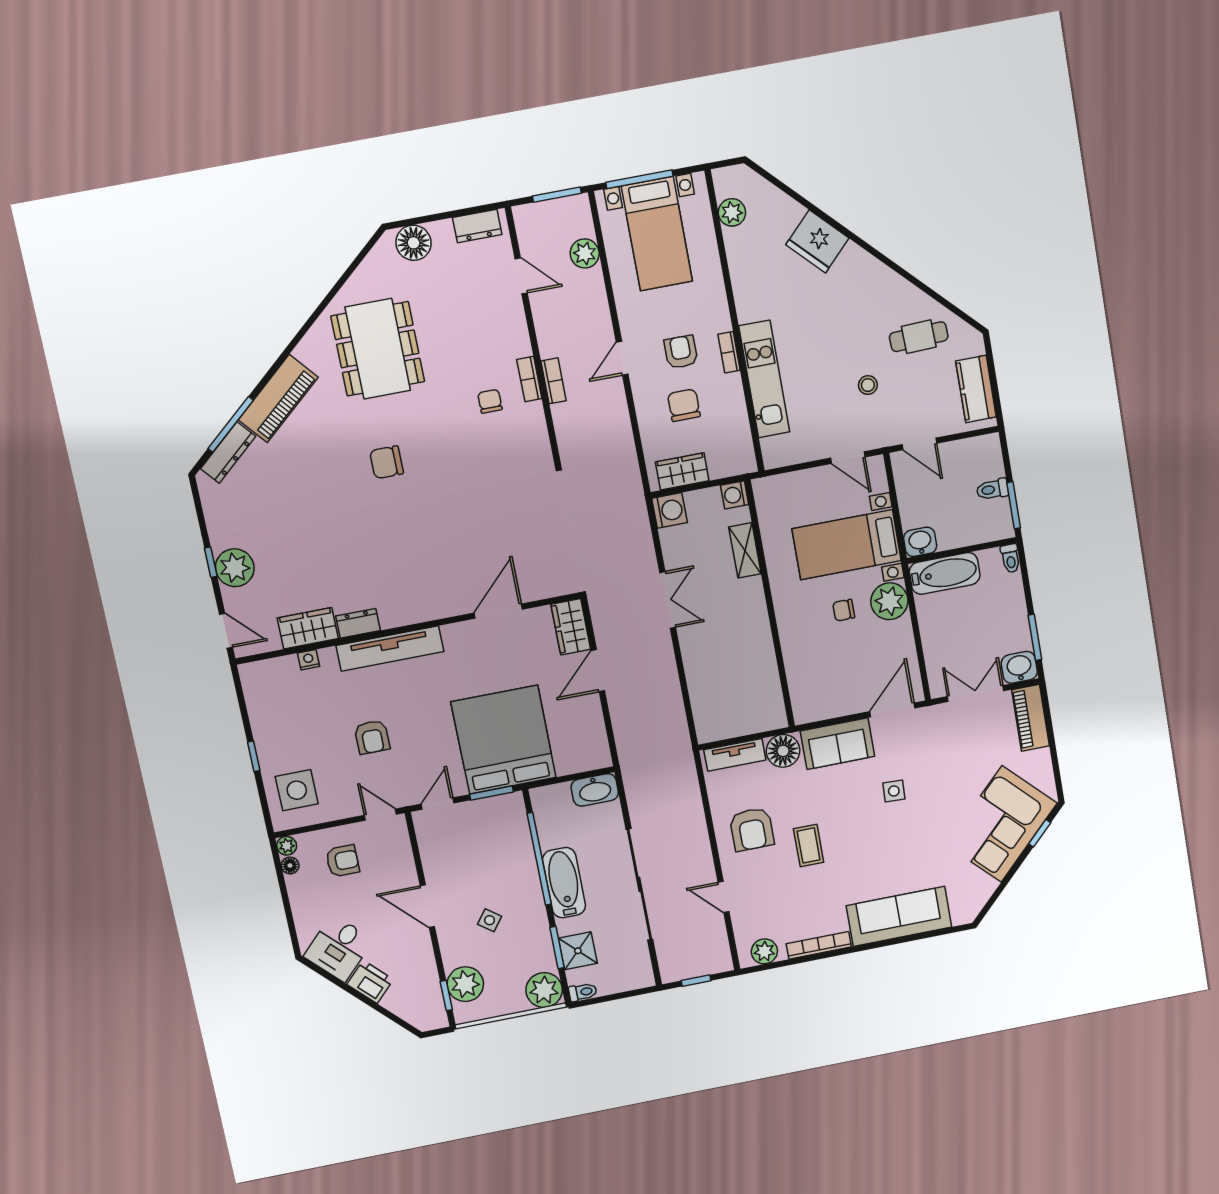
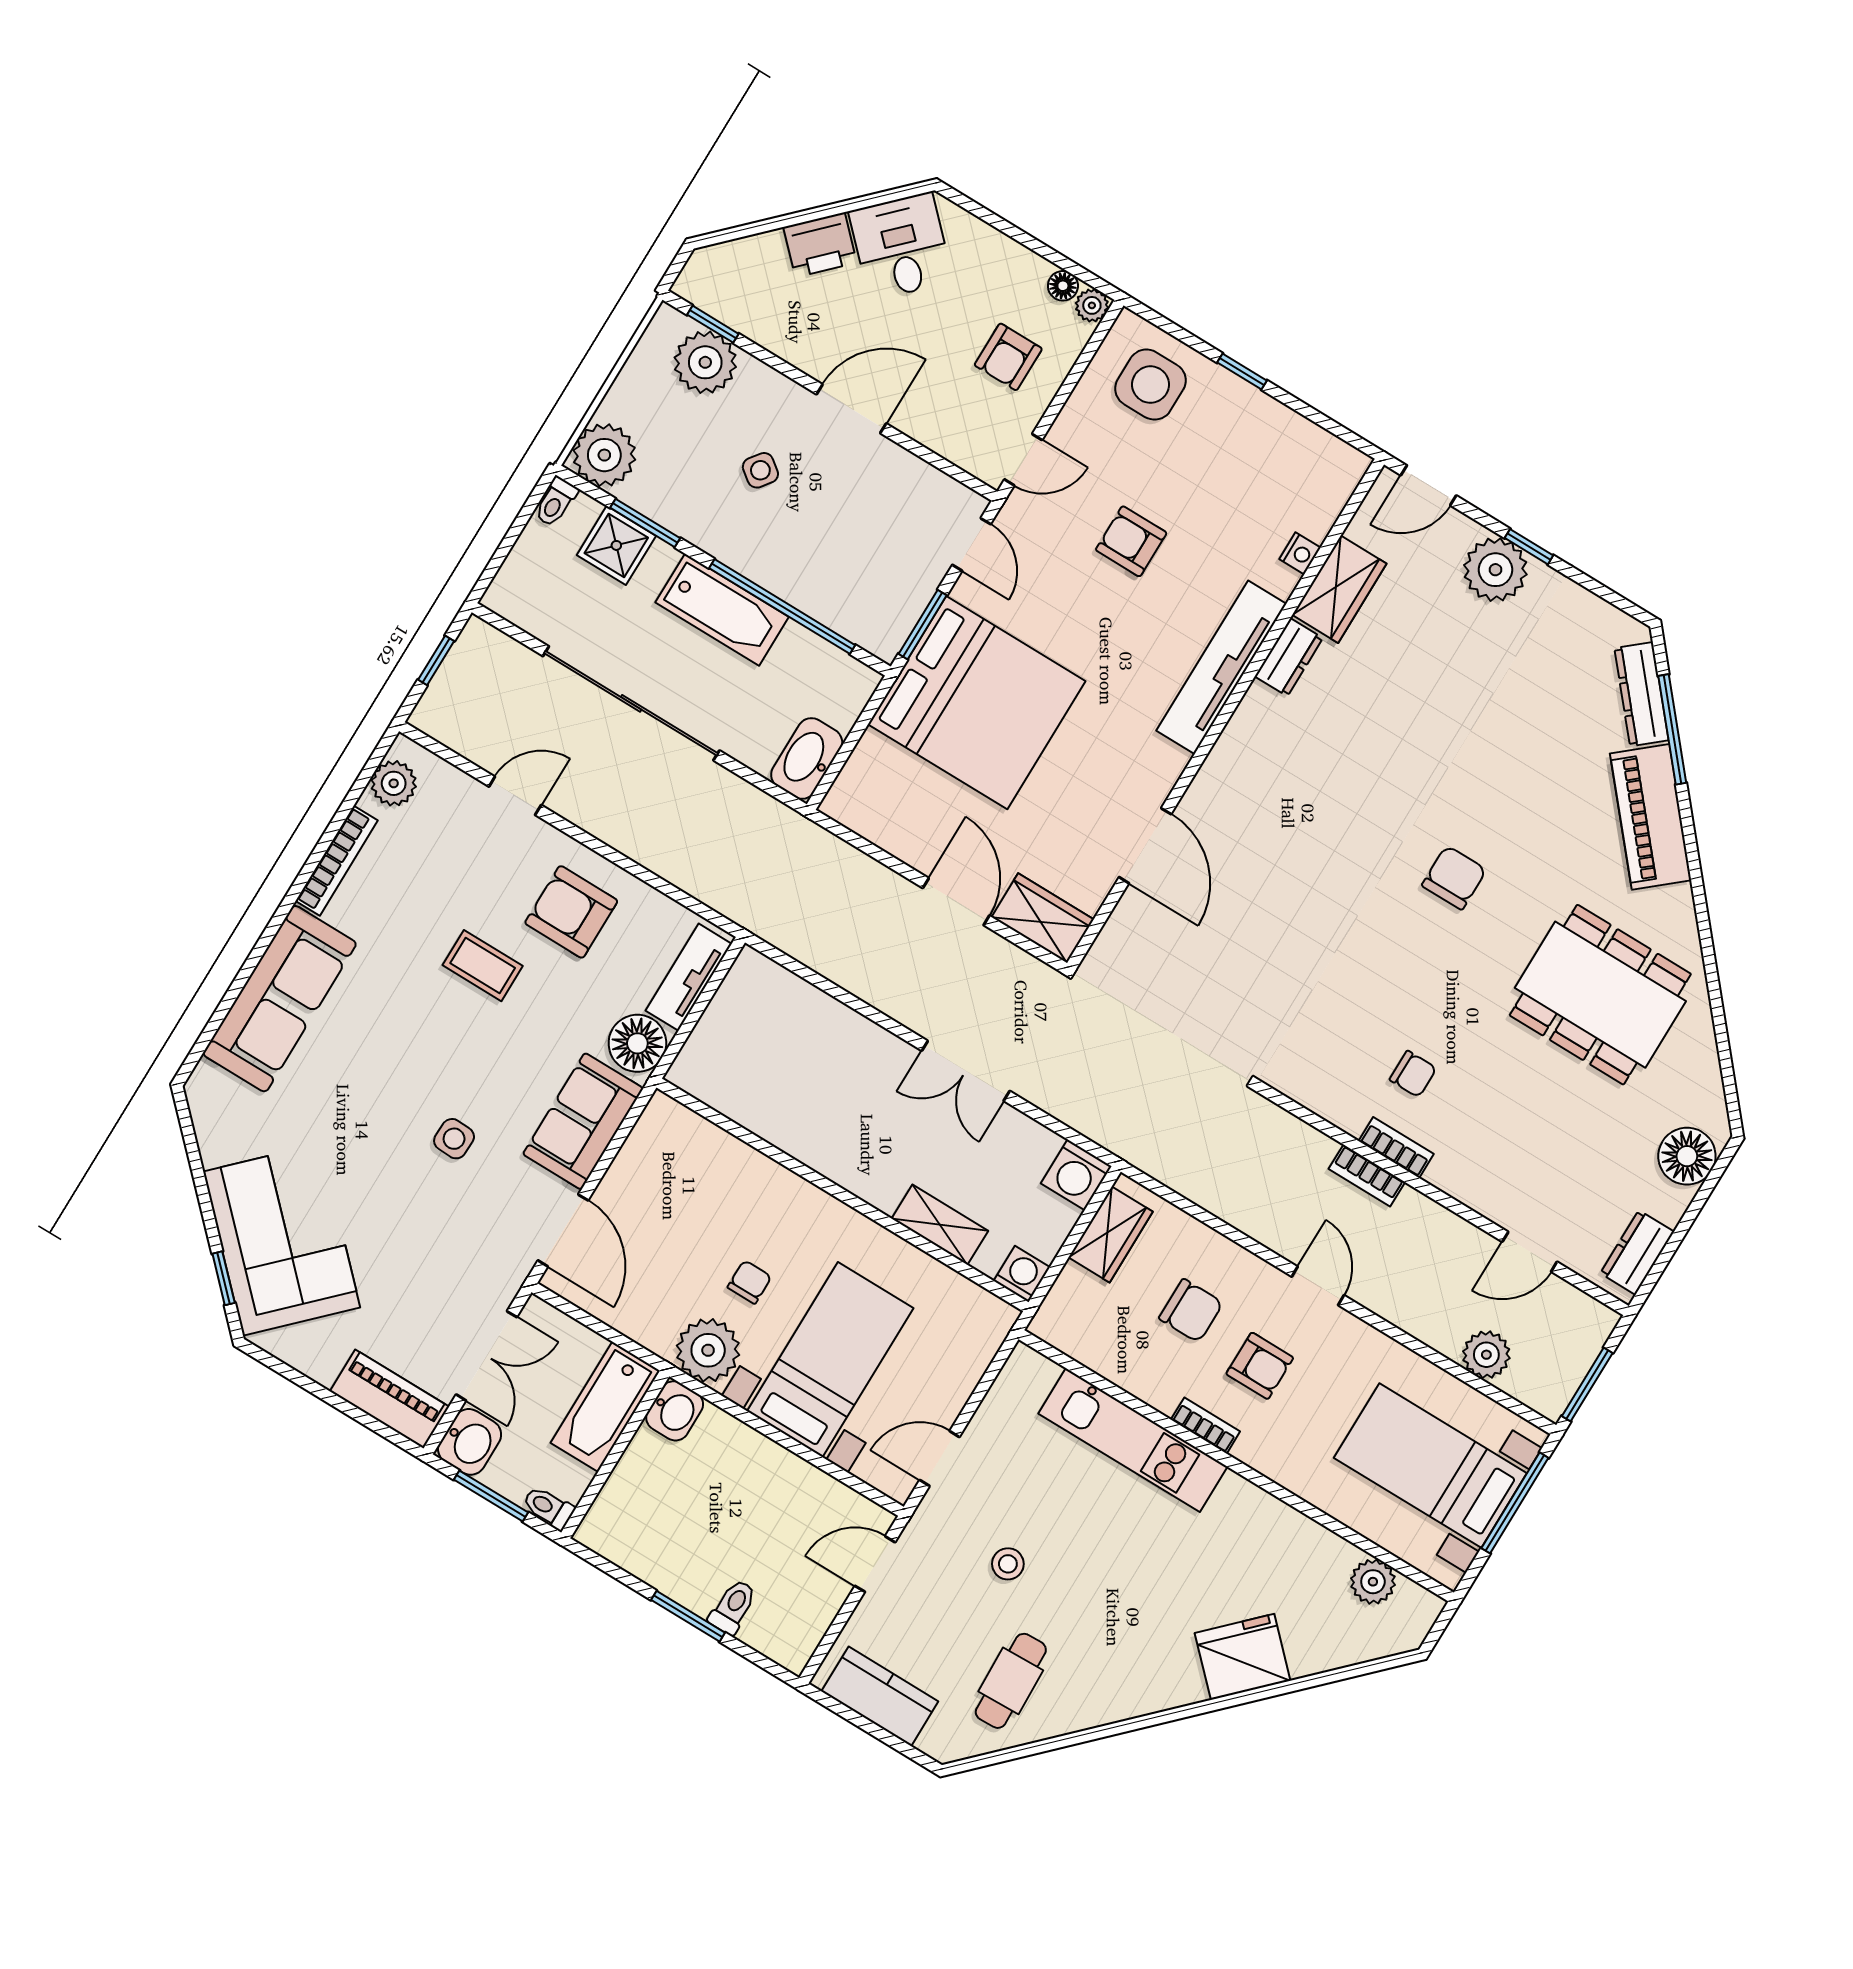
washbasin: (920, 542) -> (675, 1411), moved
wall: (962, 550) -> (615, 1454), moved
toilet: (1010, 558) -> (548, 1508), moved
bathtub: (945, 573) -> (605, 1407), moved

